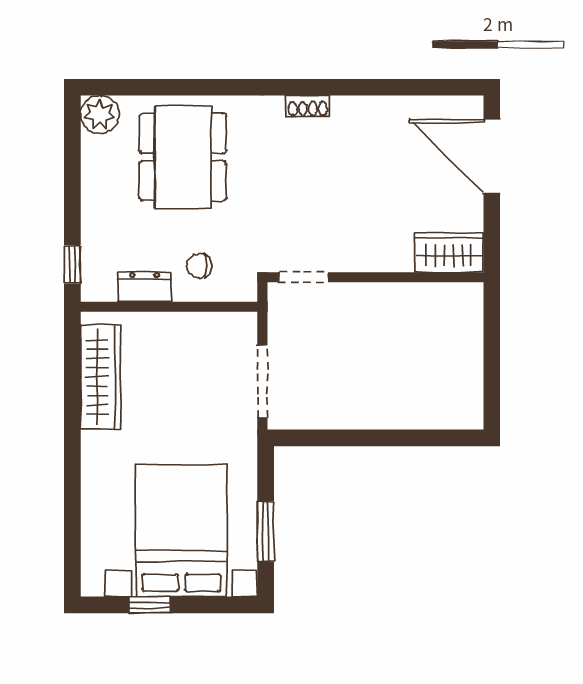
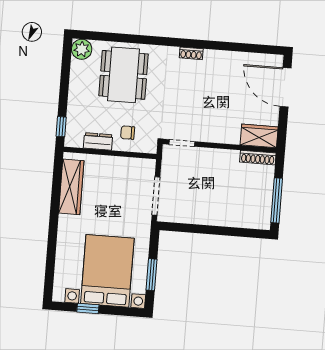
shoe rack: (450, 294) -> (258, 158), added
window: (492, 372) -> (277, 200), added

